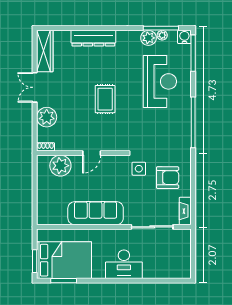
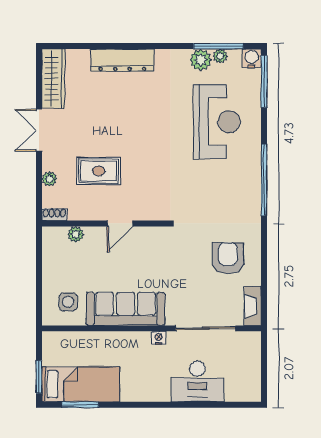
rug: (105, 99) -> (99, 171), moved, turned 90
plant: (47, 117) -> (49, 179), width x0.53, depth x0.53
plant: (60, 166) -> (76, 234), width x0.53, depth x0.53
side table: (139, 169) -> (68, 302), moved
armchair: (168, 178) -> (228, 258), turned -90
nightstand: (119, 234) -> (159, 338), added
bed: (64, 260) -> (81, 384), width x0.67
desk: (124, 264) -> (197, 381), moved

